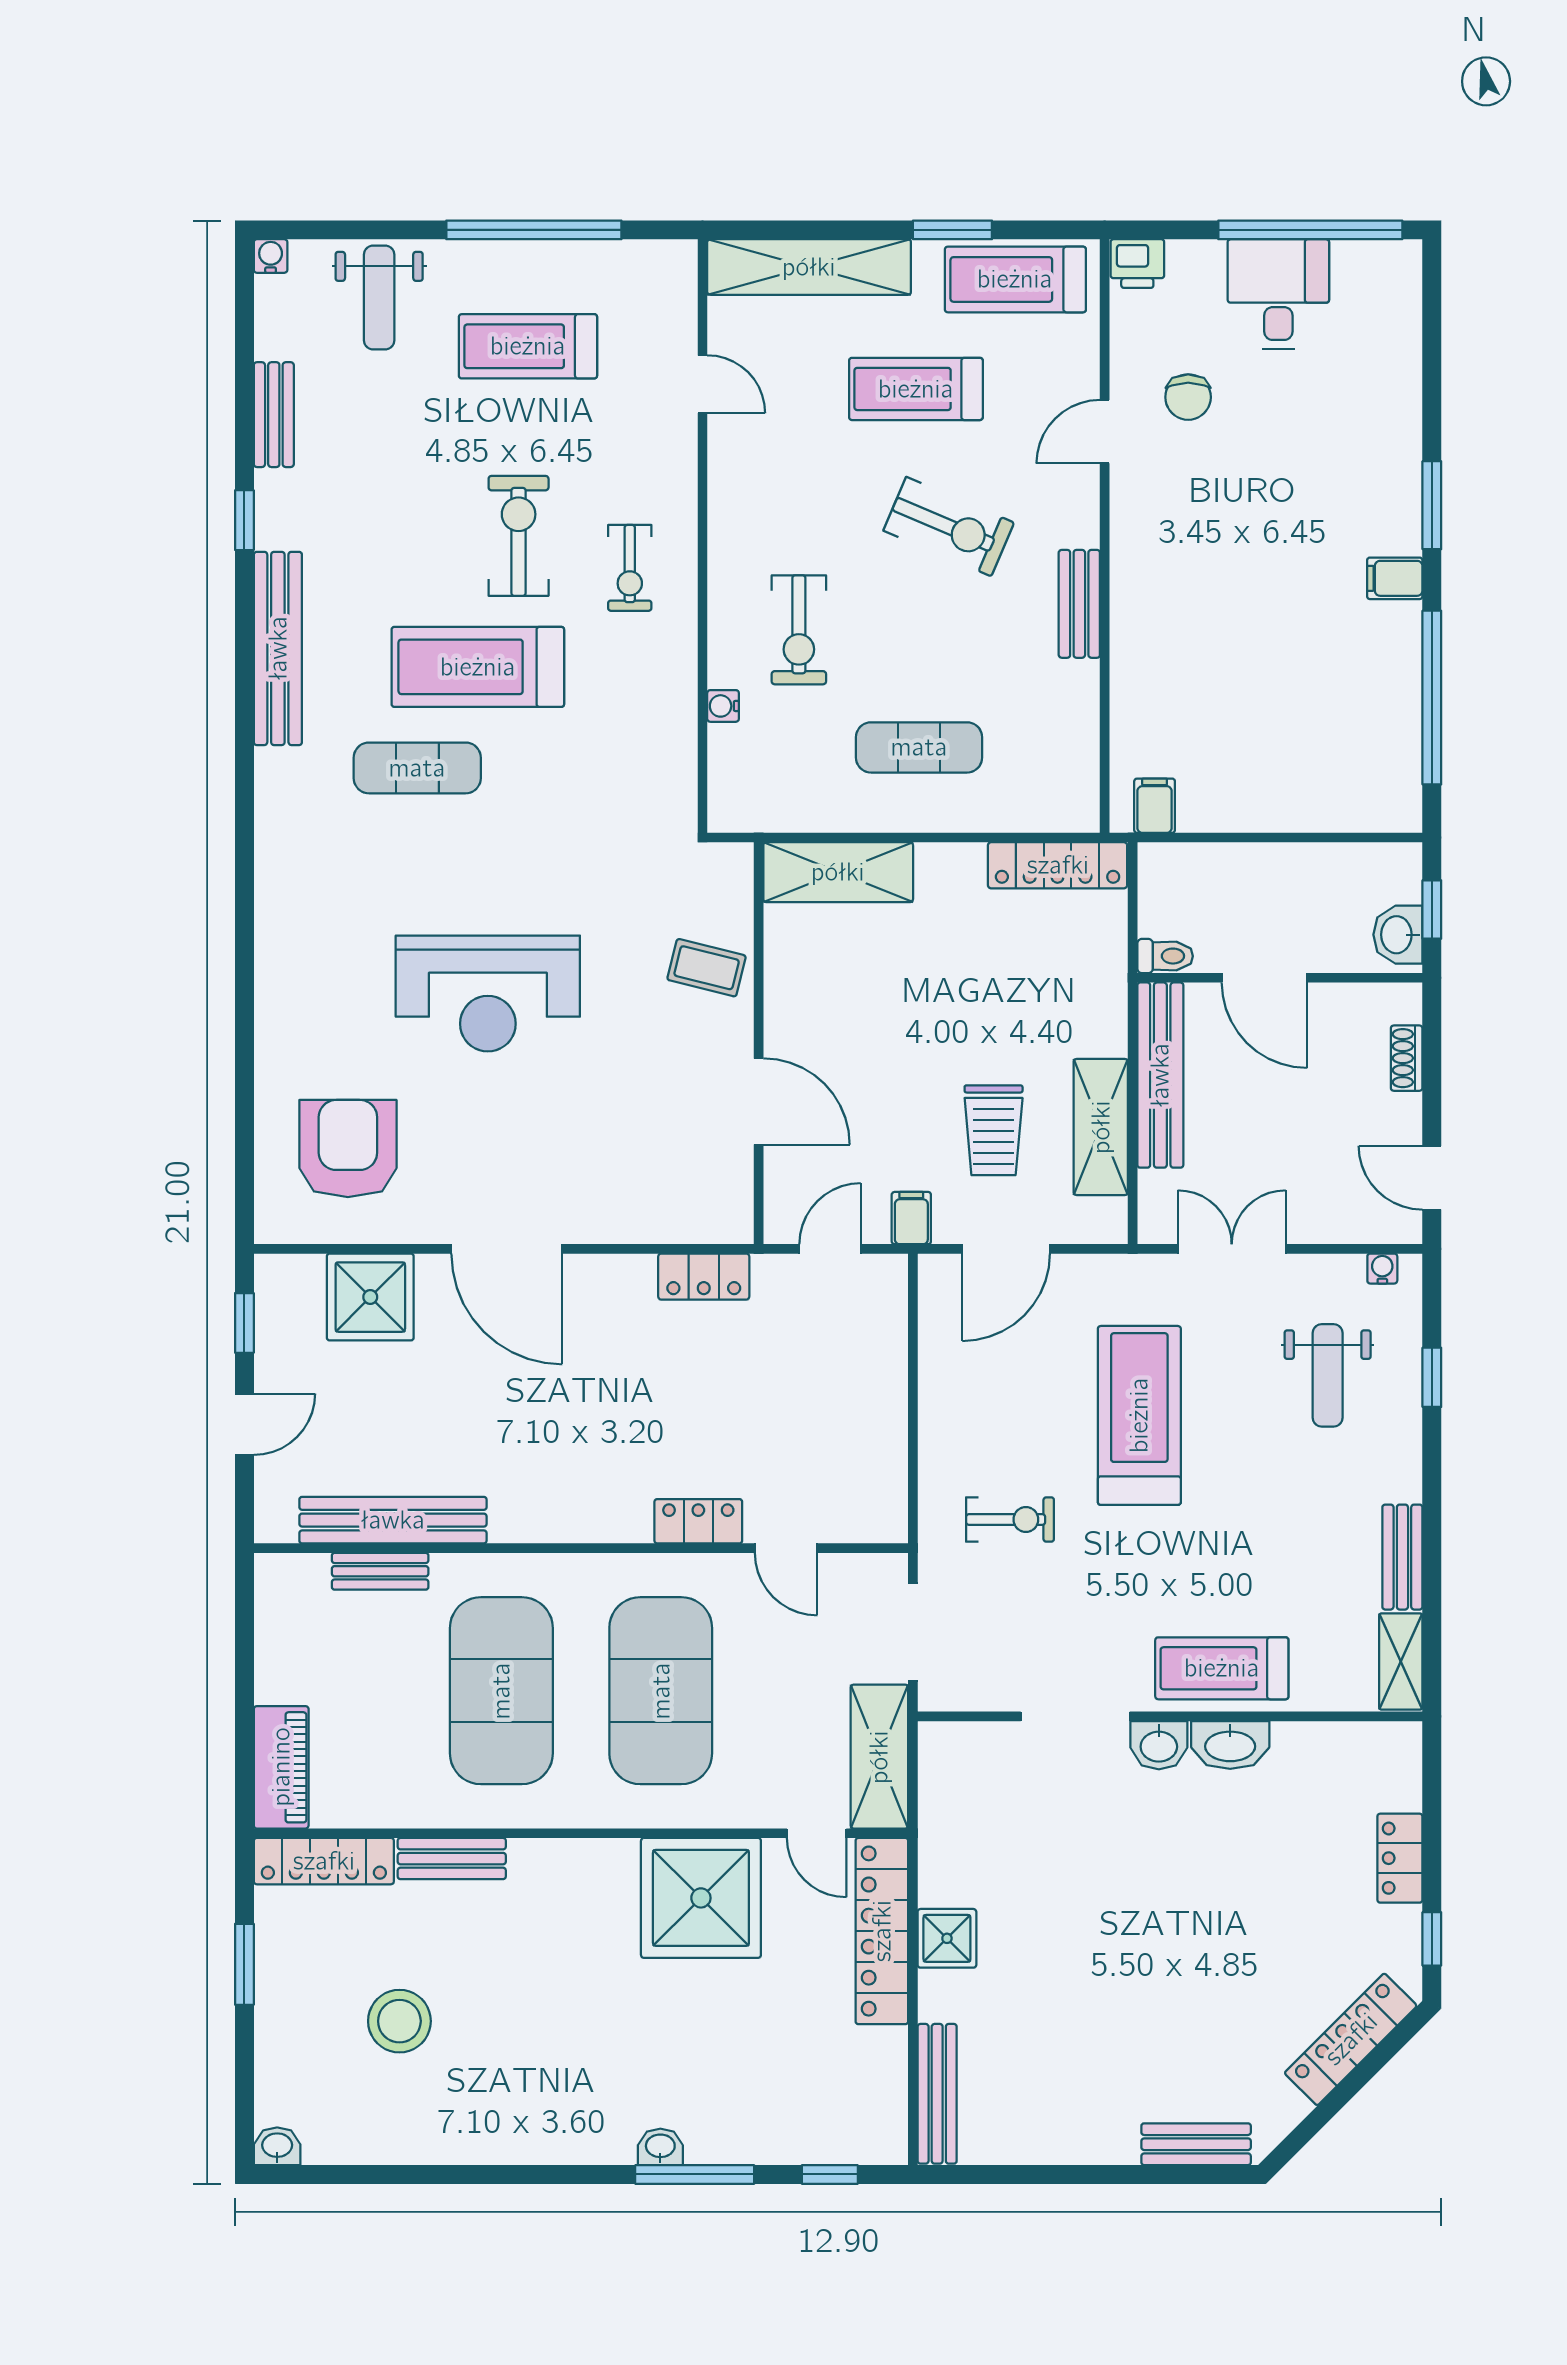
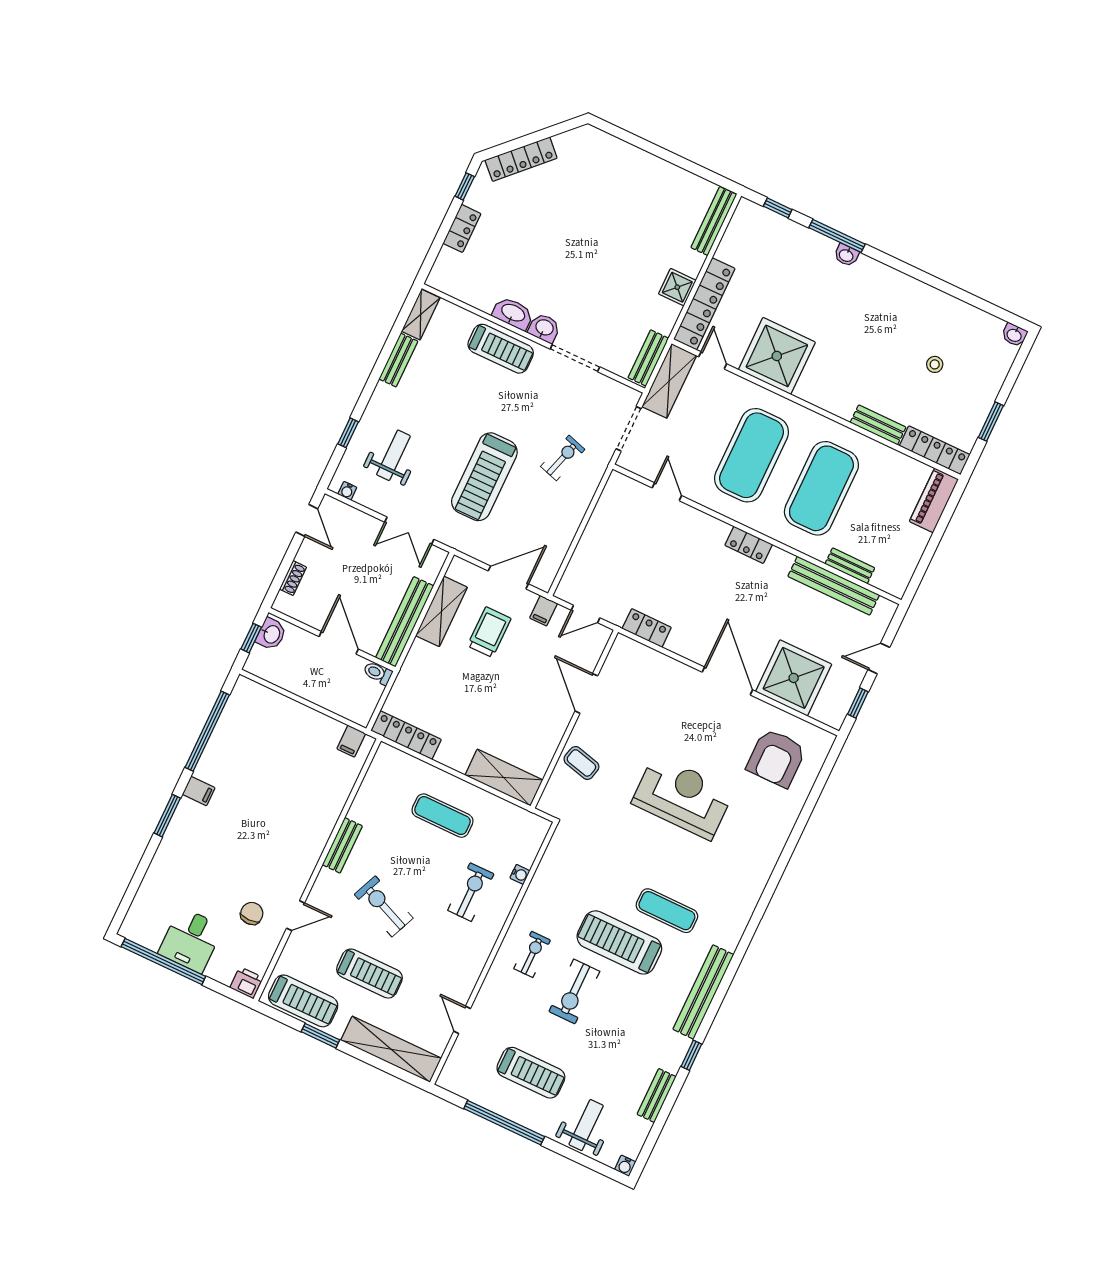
treadmill: (478, 667) -> (619, 942), turned 180
shower: (370, 1297) -> (794, 678), width x1.37, depth x1.37
exercise bike: (1010, 1519) -> (563, 458), turned 107
locker: (698, 1521) -> (749, 545), moved
stool: (399, 2021) -> (935, 364), width x0.53, depth x0.53
bench: (1196, 2144) -> (648, 358), moved, turned 90

